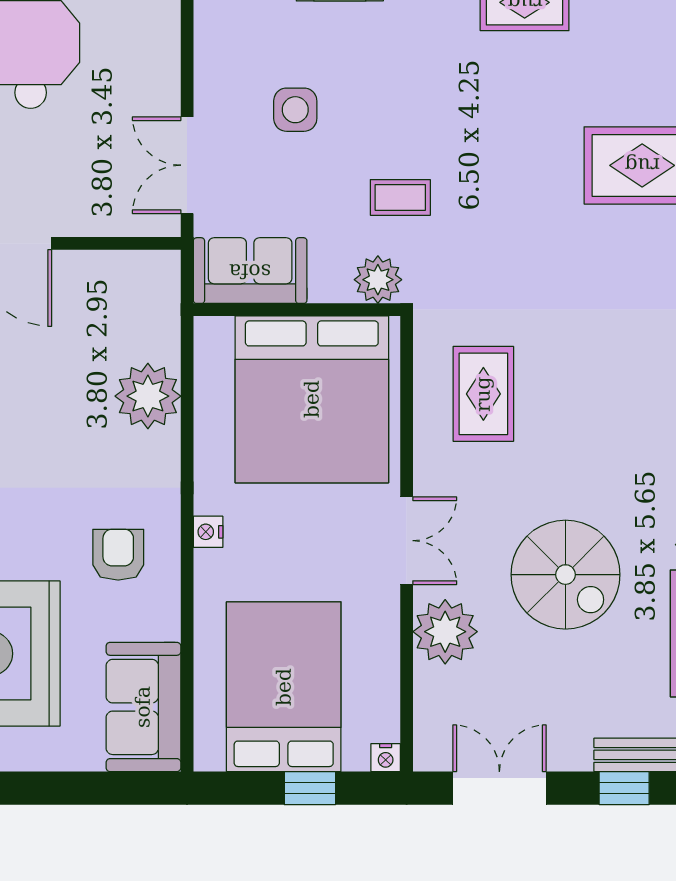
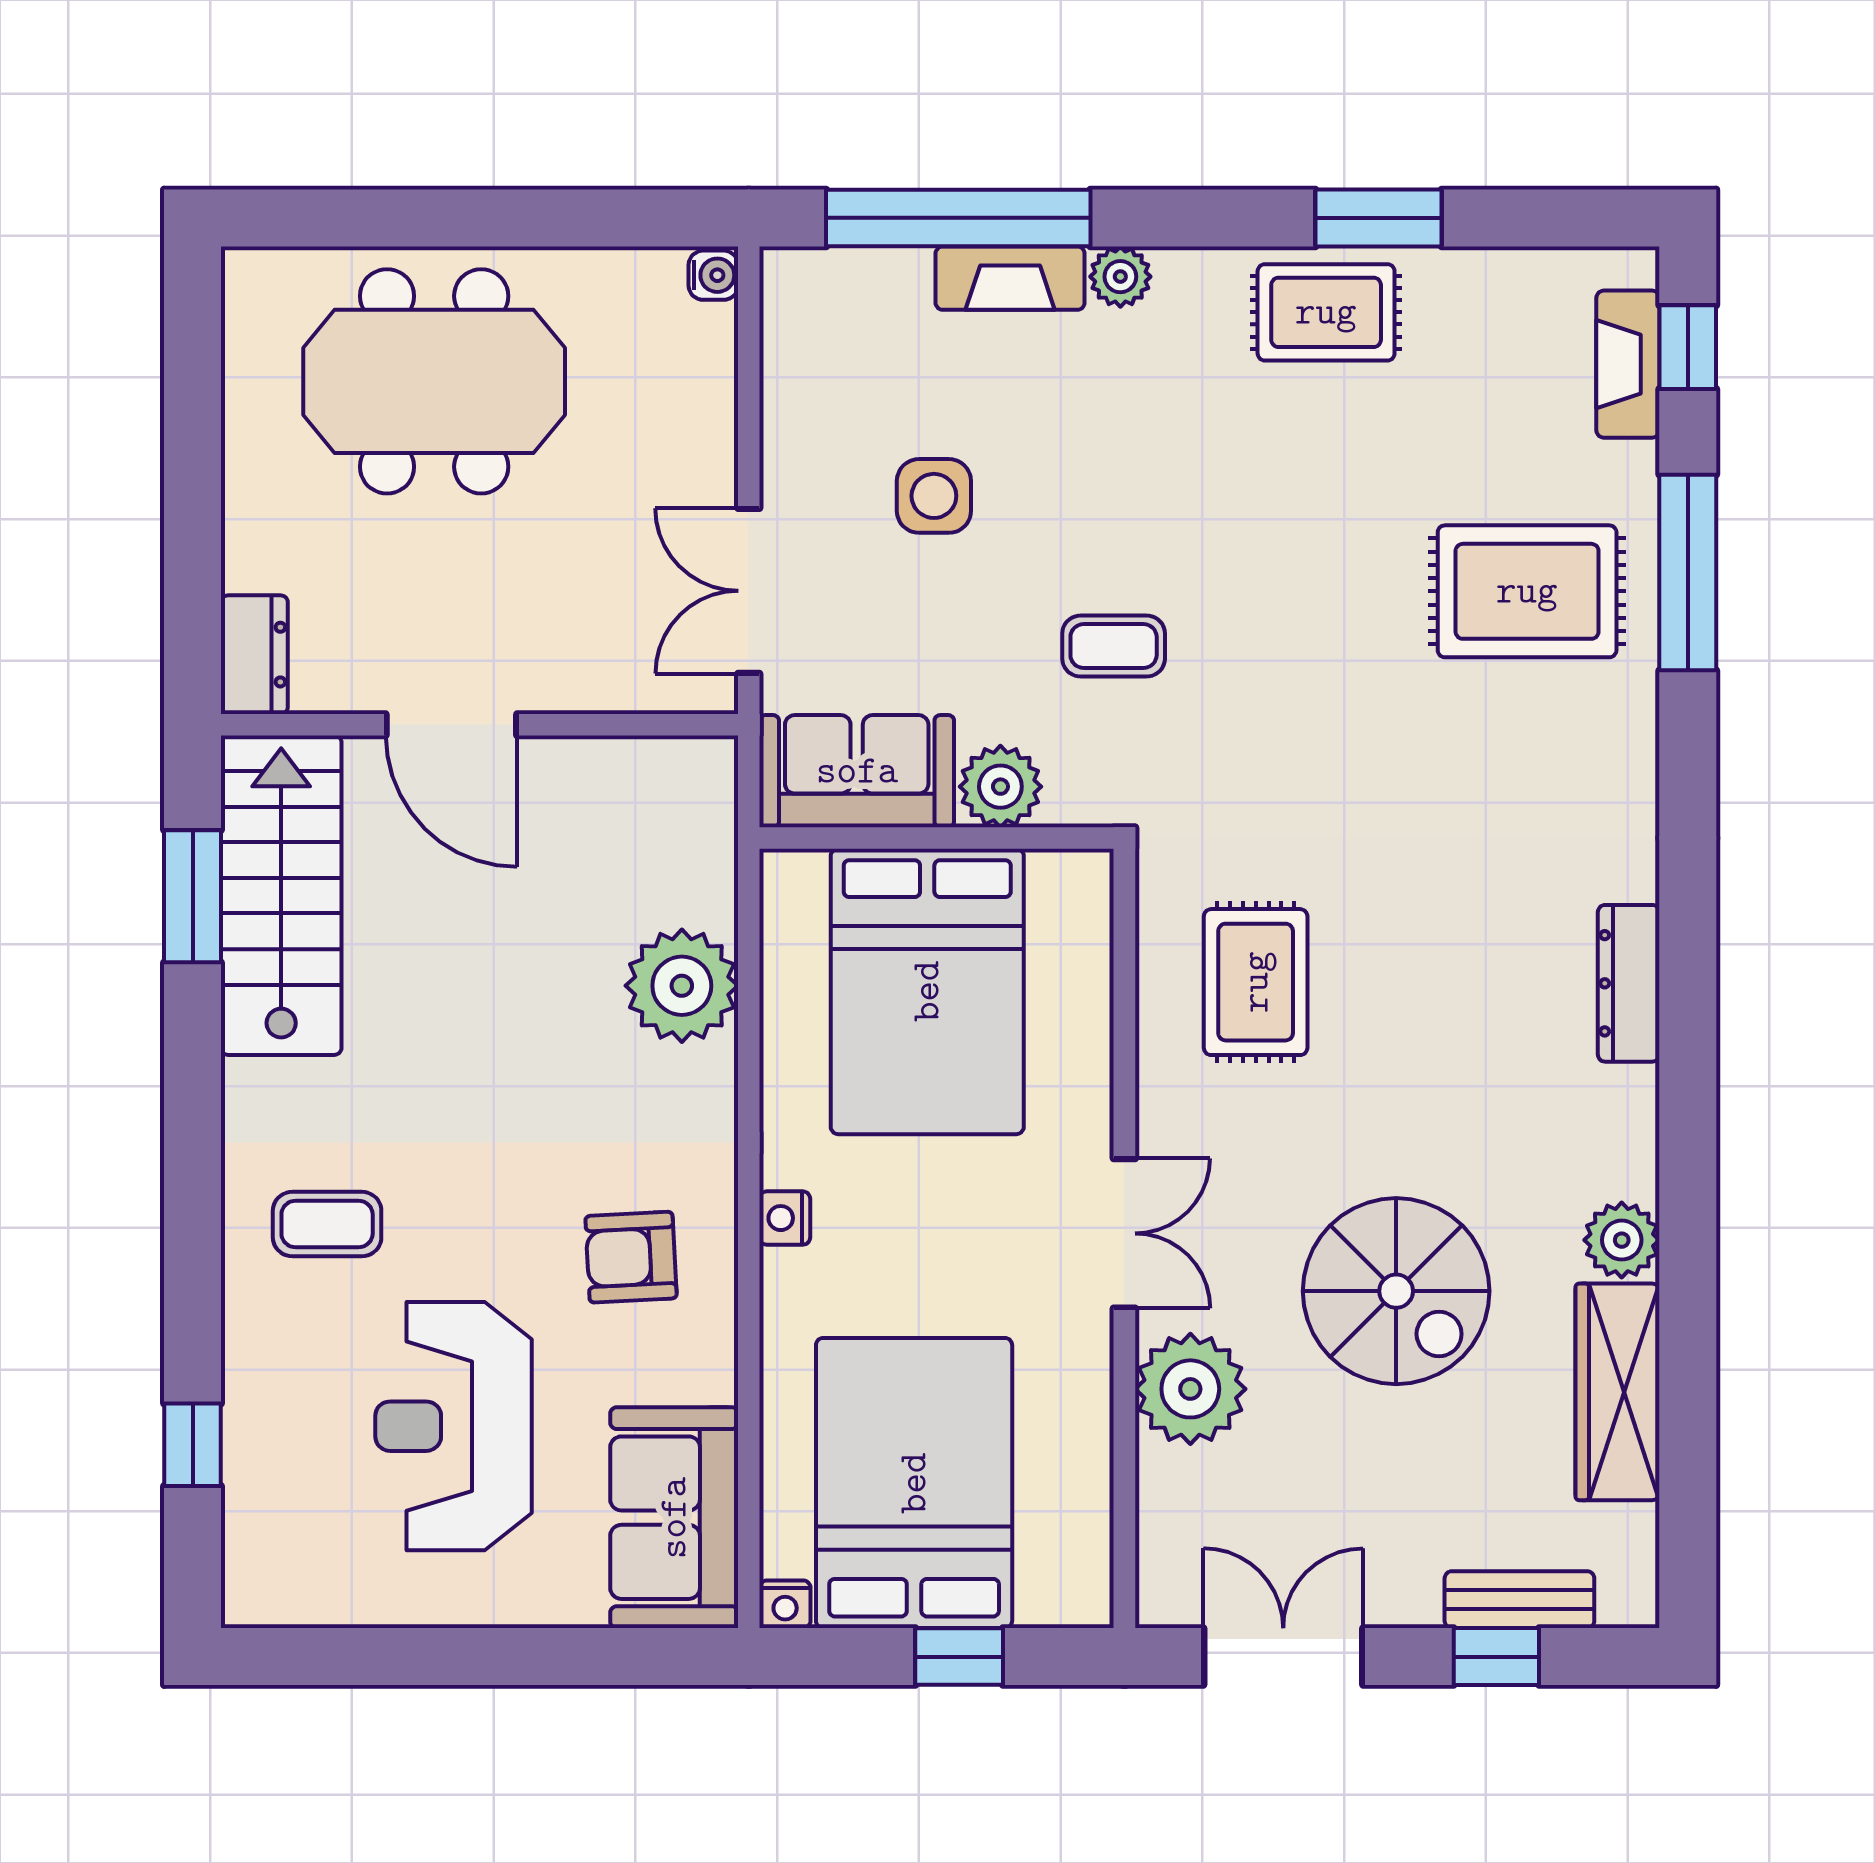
plant: (378, 280) -> (1000, 787), moved
bed: (312, 399) -> (927, 991), width x0.73
armchair: (118, 555) -> (631, 1257), turned -93
nightstand: (386, 758) -> (785, 1604), moved

